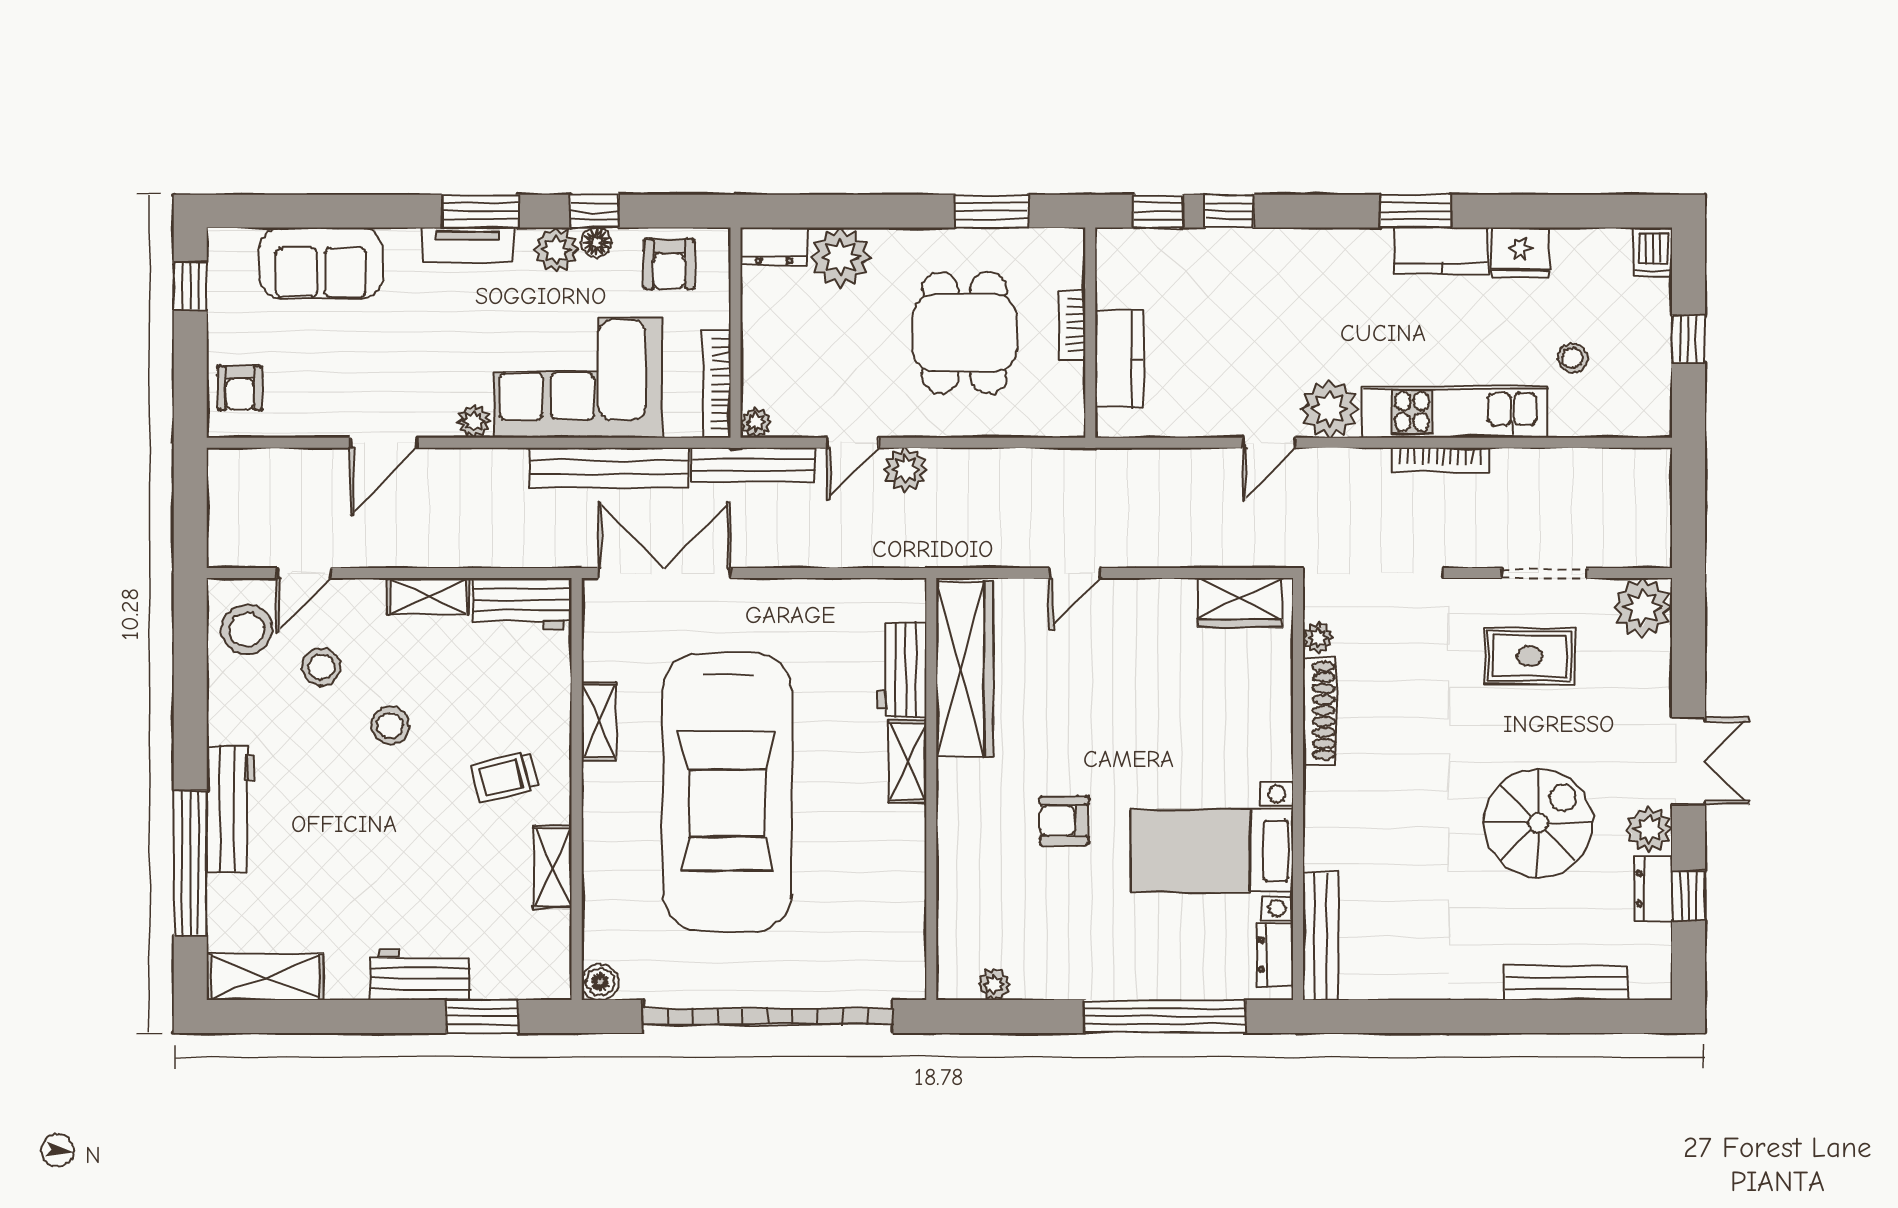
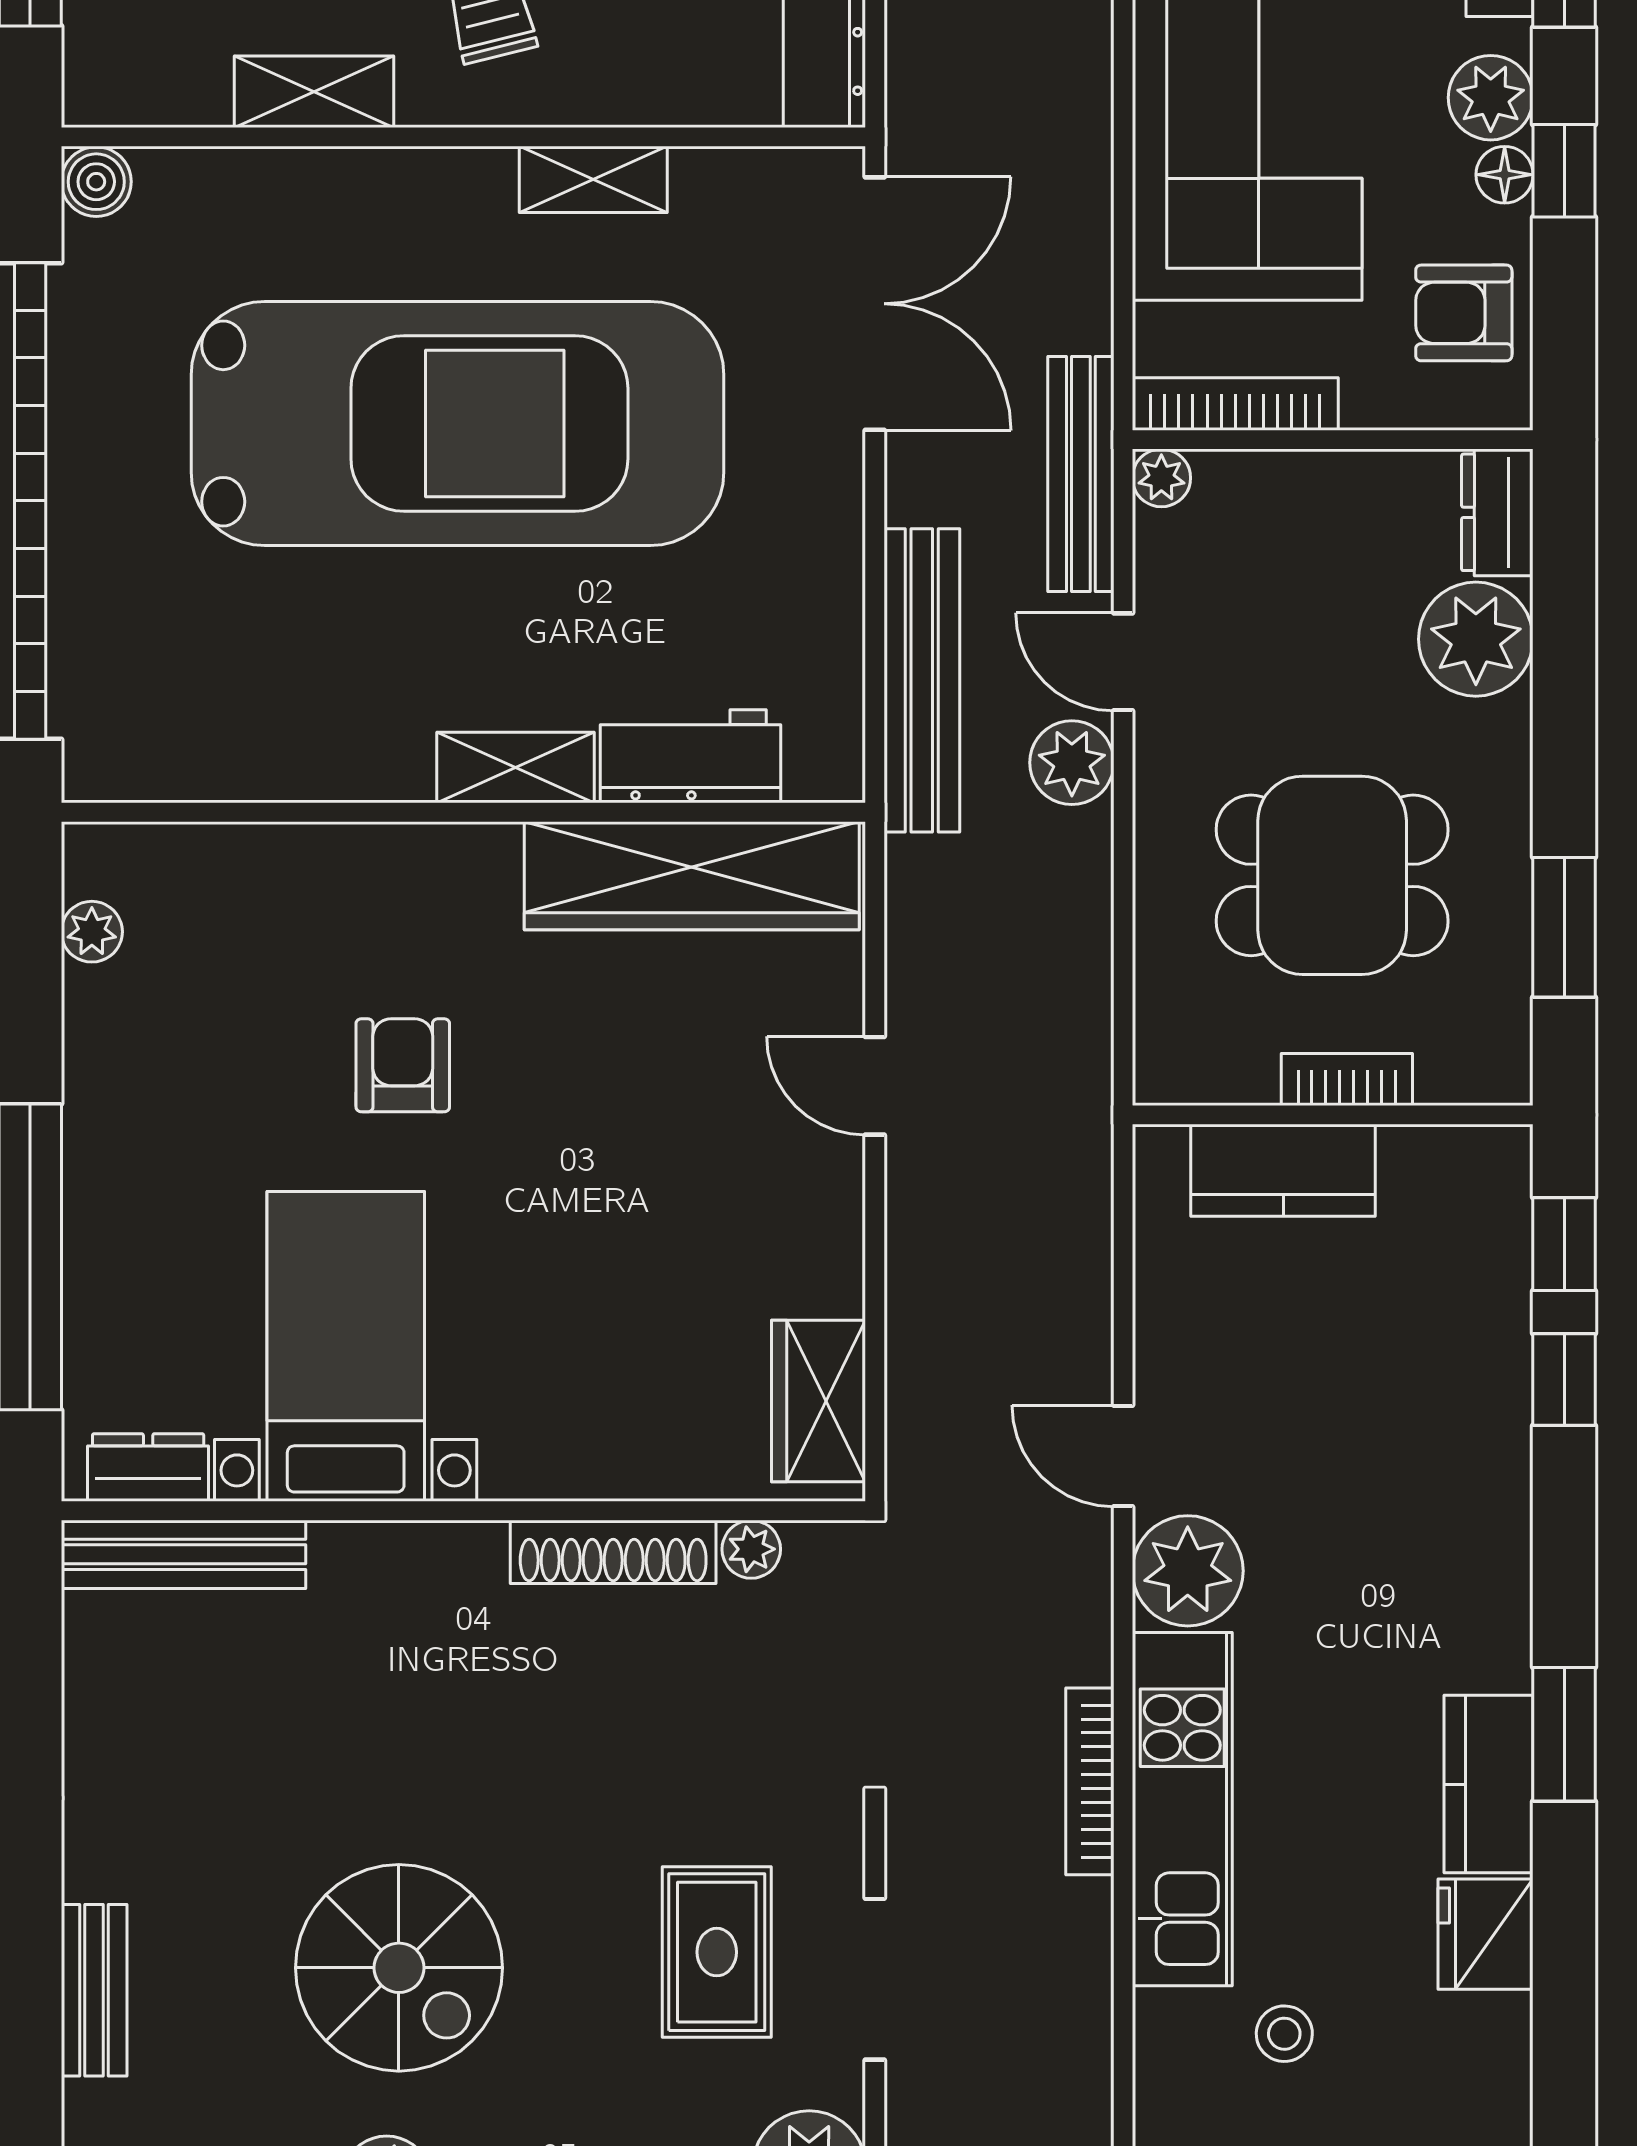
bench: (609, 467) -> (922, 680), moved
car: (727, 792) -> (457, 424), turned 180
bench: (1566, 983) -> (94, 1990), width x0.73

